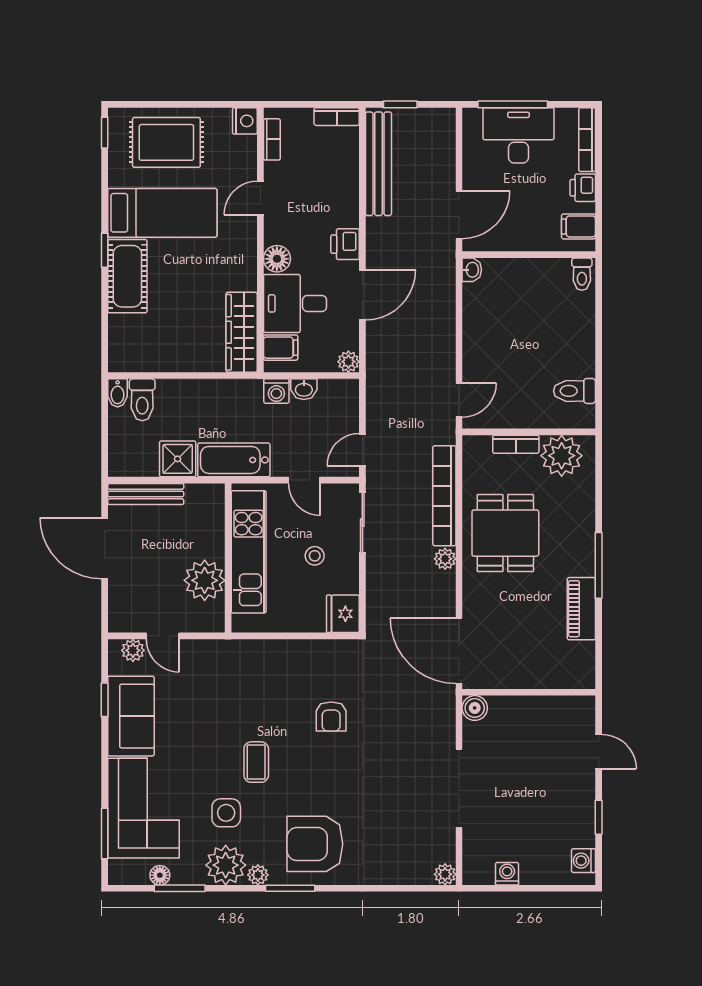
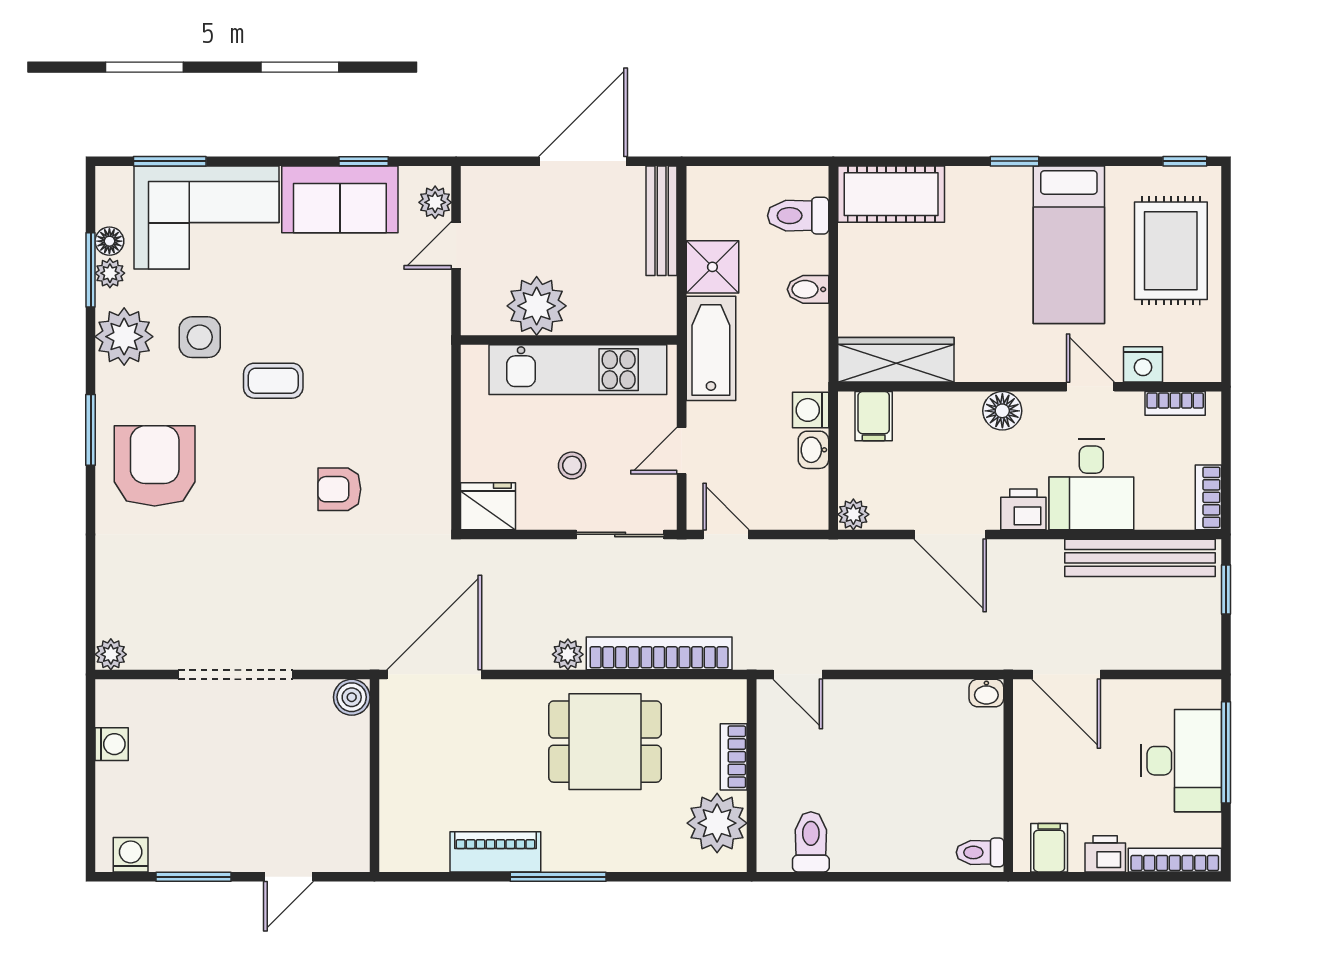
nightstand: (245, 121) -> (1143, 364), moved
cot: (127, 276) -> (891, 194), moved
desk: (295, 303) -> (1091, 484), moved, turned 180
bidet: (118, 393) -> (808, 289), moved
window: (599, 817) -> (193, 877), width x1.50
plant: (258, 875) -> (110, 273), moved

